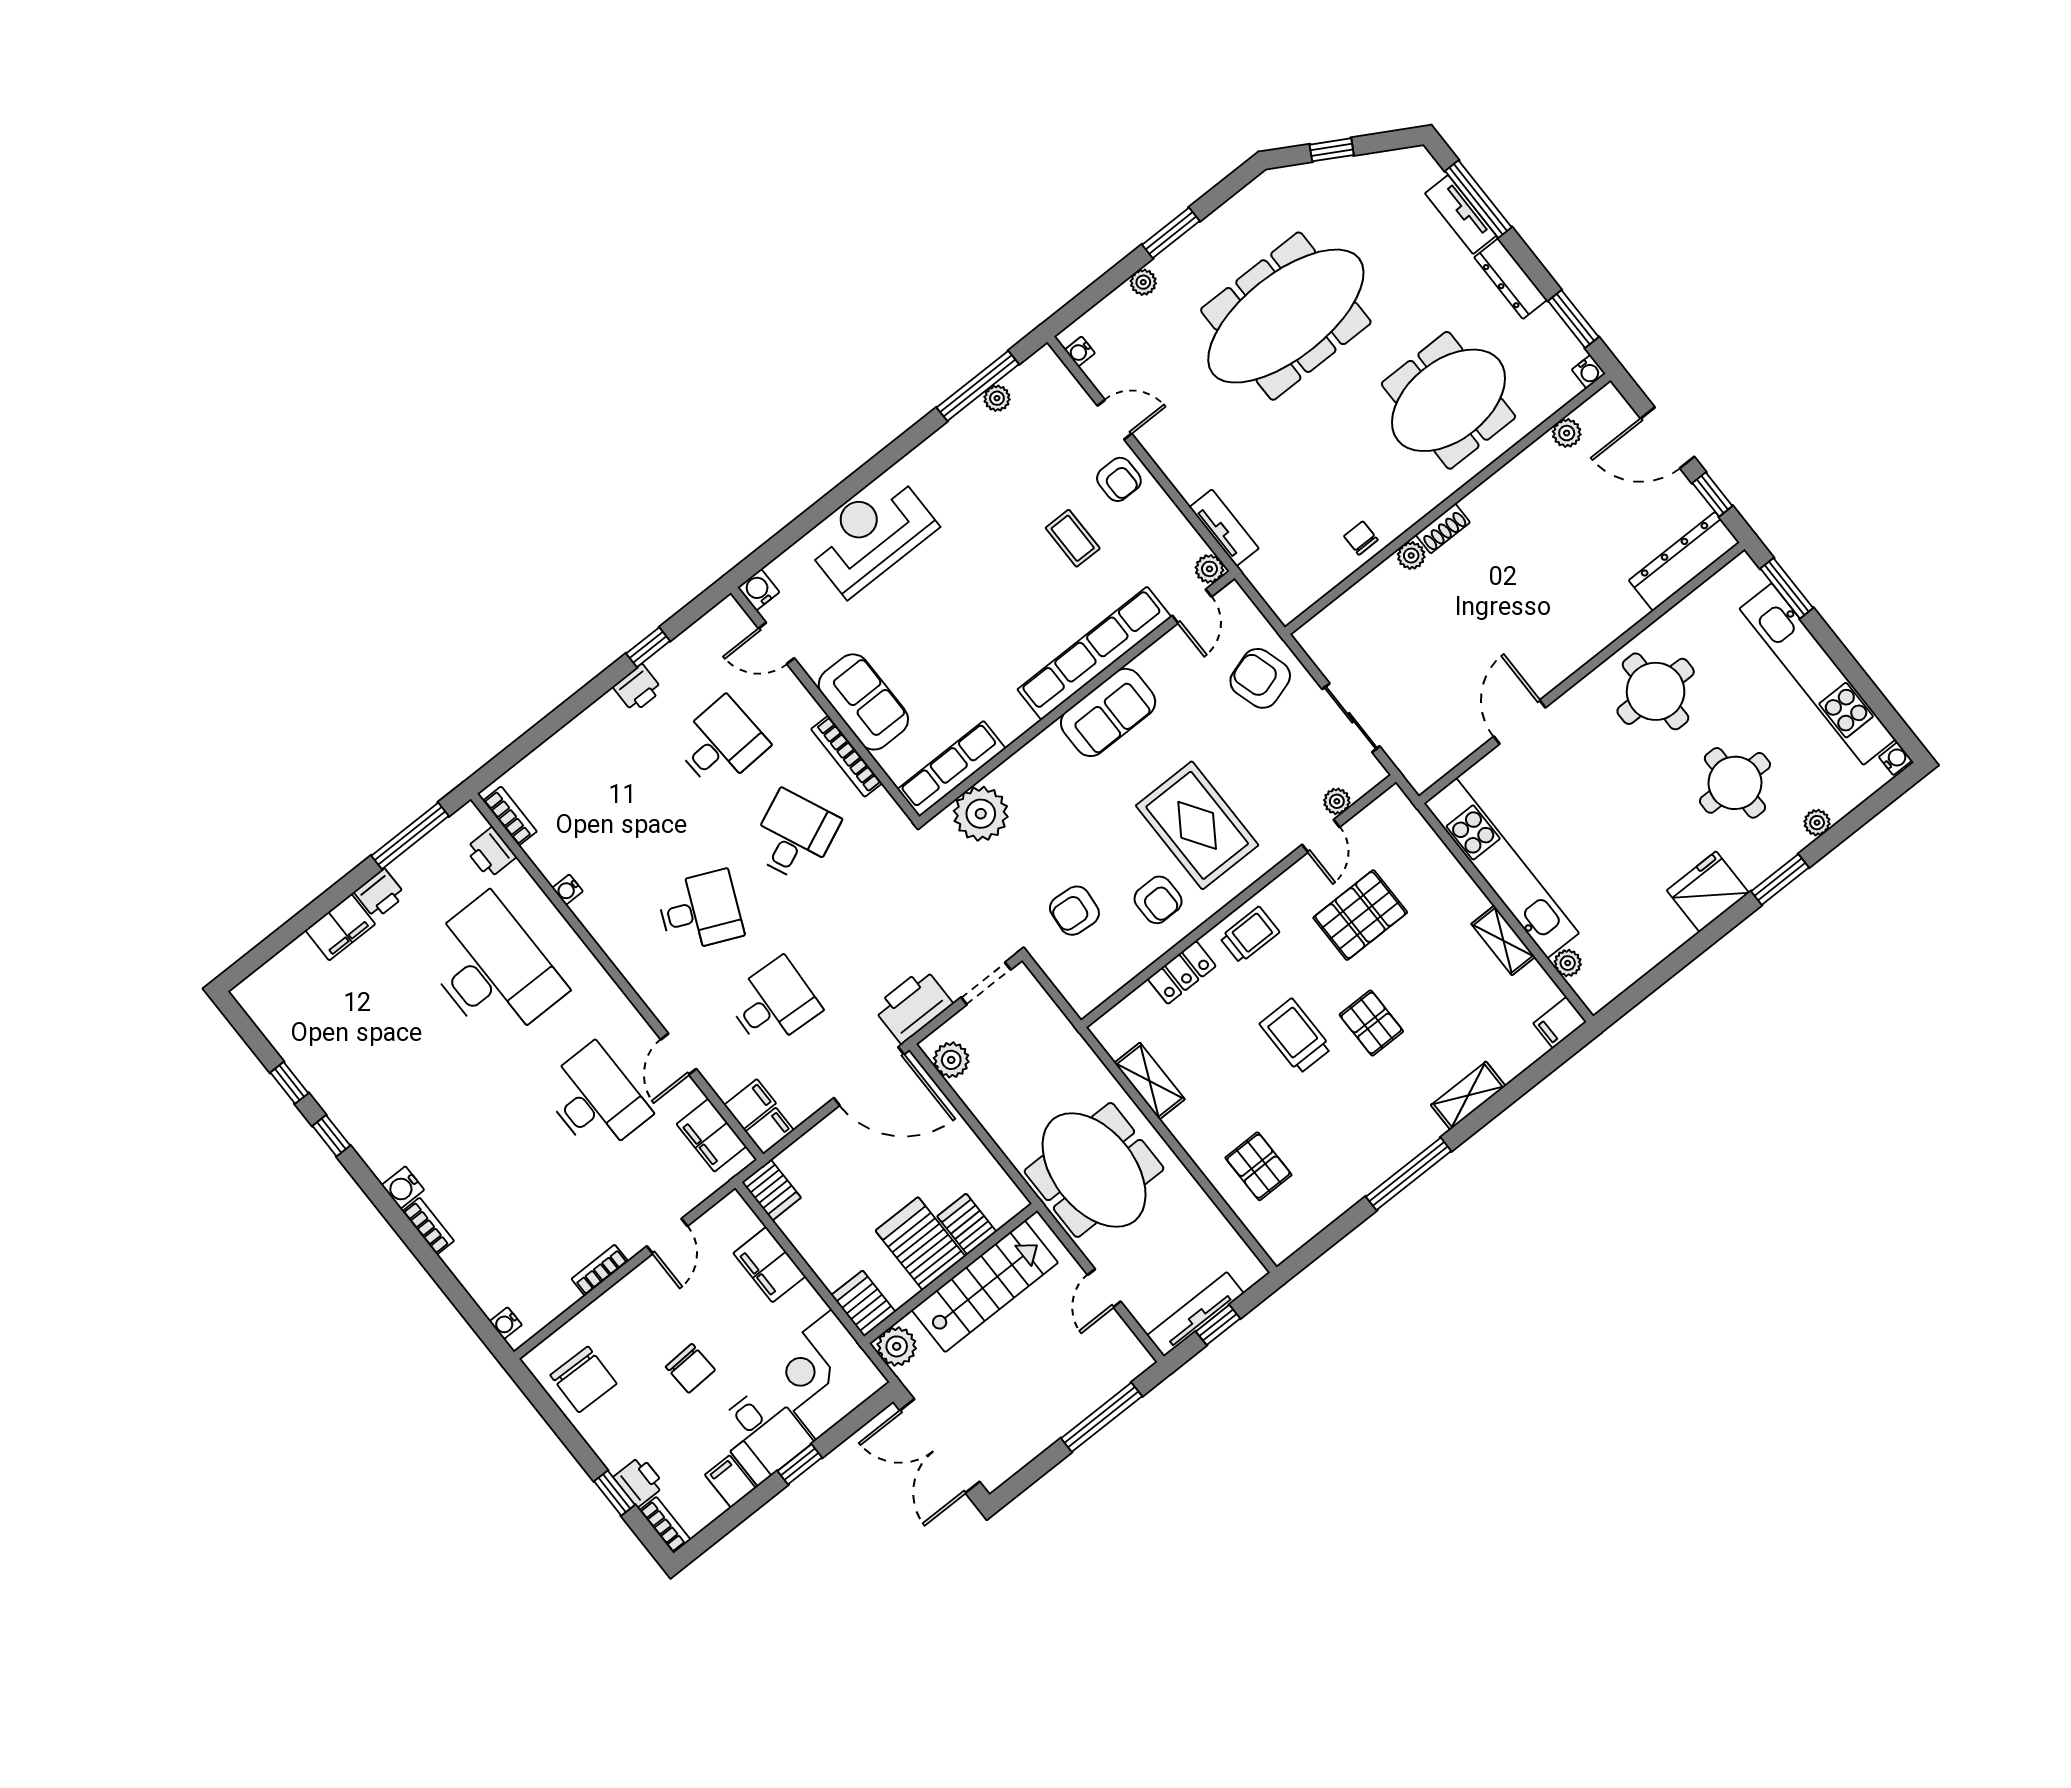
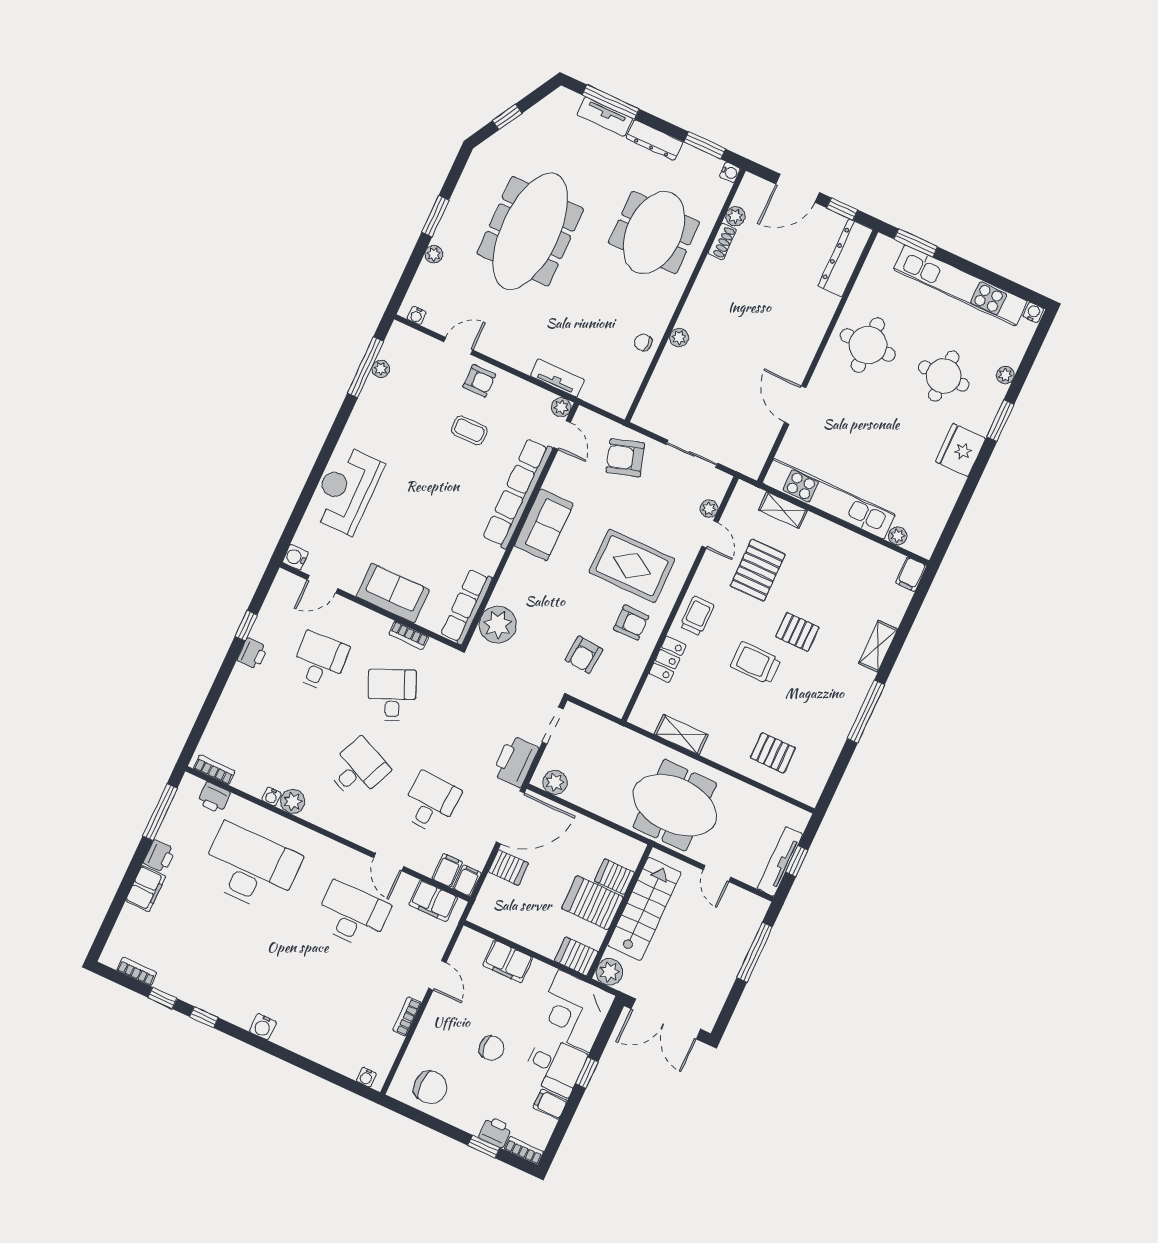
shoe rack: (1443, 529) -> (722, 241), moved
bookcase: (847, 756) -> (409, 635), width x0.64
plant: (592, 910) -> (293, 801), added
shelving: (1503, 940) -> (783, 510), moved
server rack: (771, 1190) -> (508, 867), moved
bookcase: (428, 1226) -> (137, 971), moved

